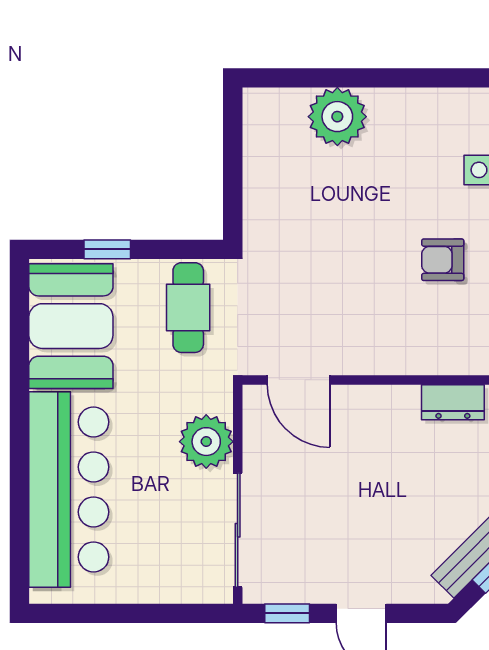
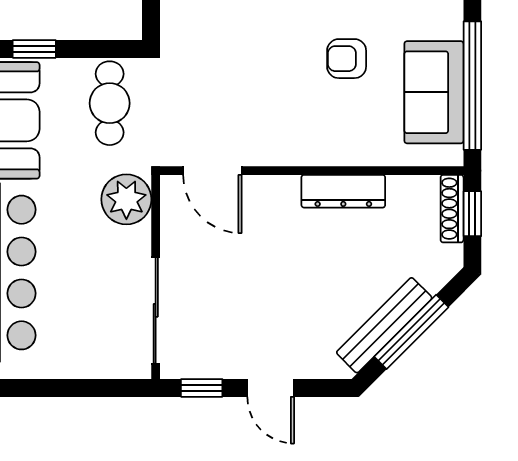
dresser: (453, 402) -> (343, 191), width x1.44
plant: (206, 442) -> (126, 199), moved

